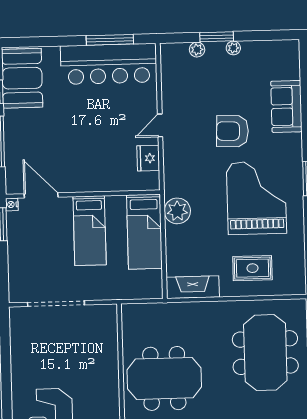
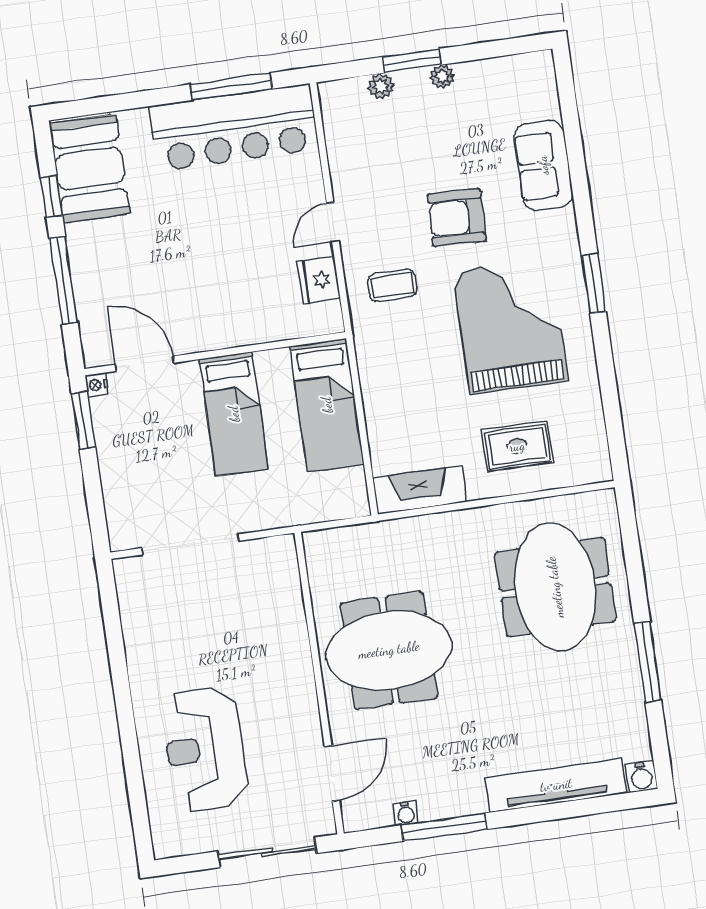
coffee table: (190, 166) -> (392, 285), added
plant: (177, 211) -> (379, 364), removed

